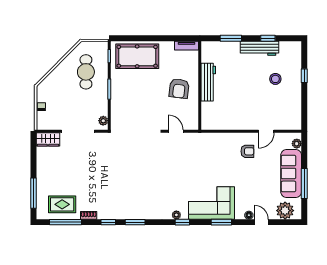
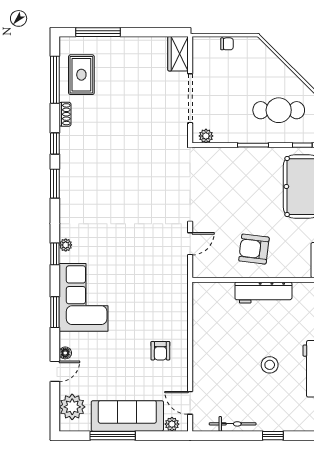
stool: (275, 79) -> (270, 365), moved
bicycle: (296, 103) -> (233, 424), added
door: (266, 131) -> (190, 403), moved

